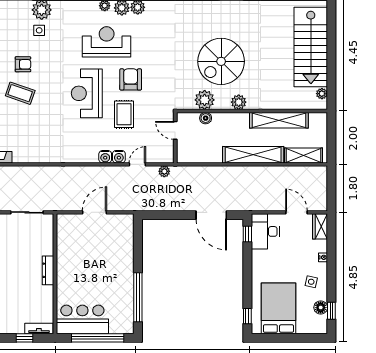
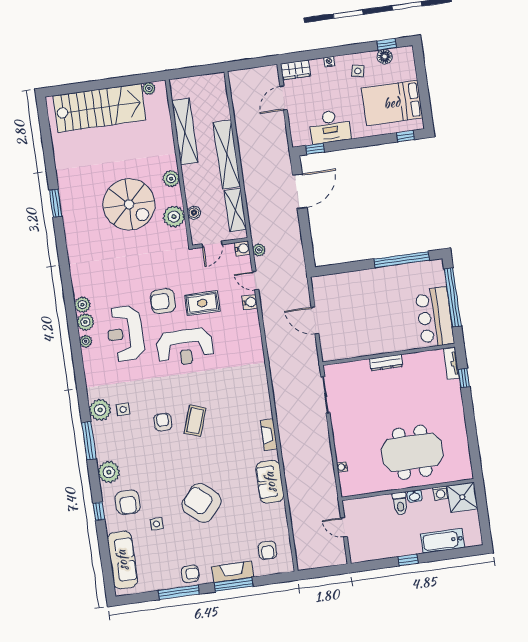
shelving: (304, 155) -> (235, 210), moved
water cooler: (105, 157) -> (242, 249), moved
desk: (265, 231) -> (330, 127), moved

